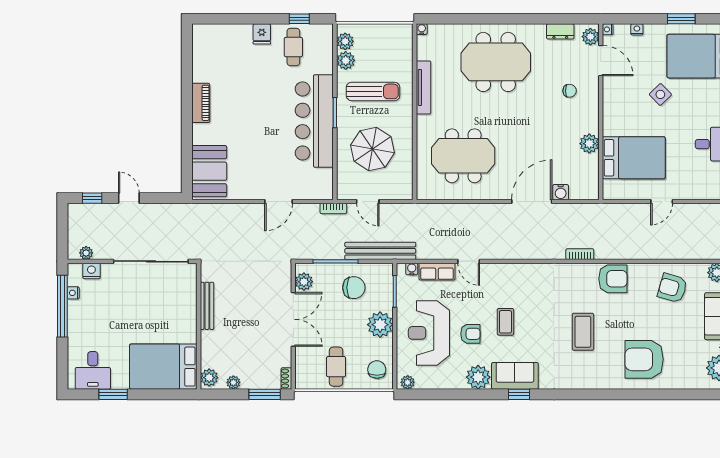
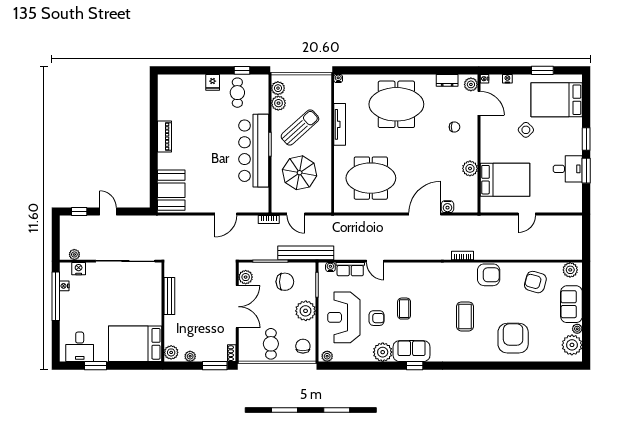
sun lounger: (373, 91) -> (300, 128), turned -42
armchair: (644, 359) -> (513, 338), turned 90

